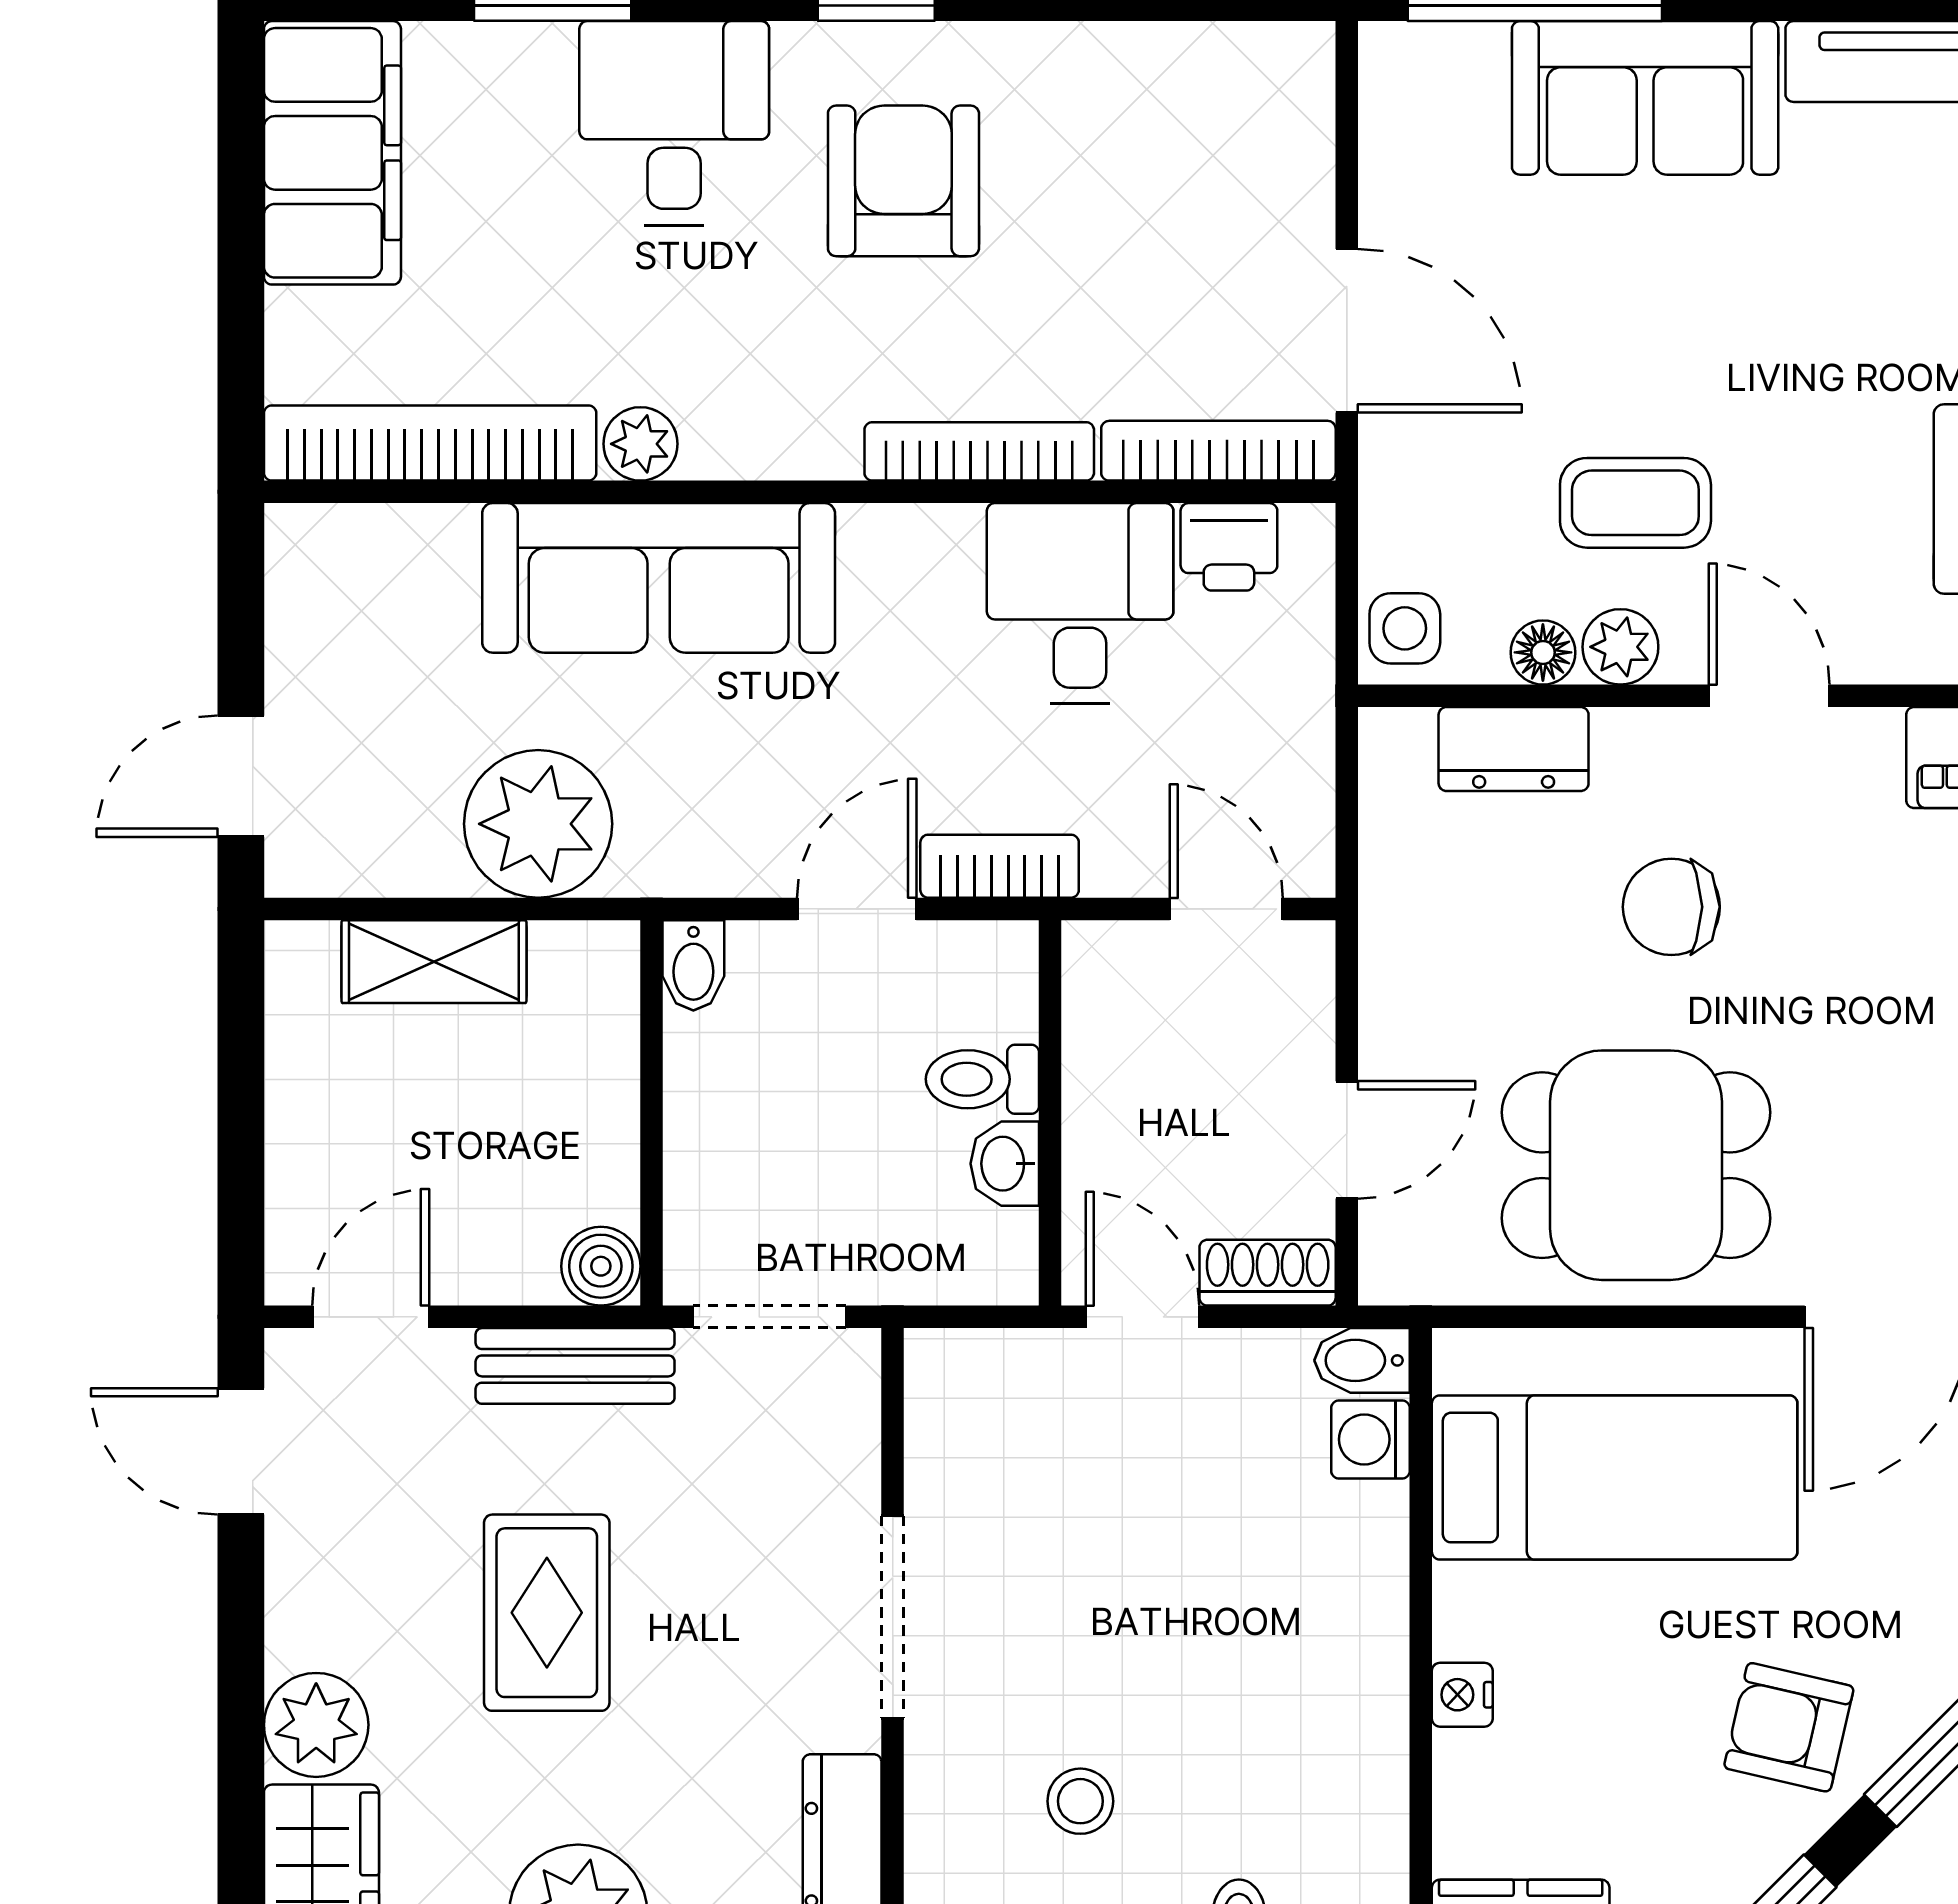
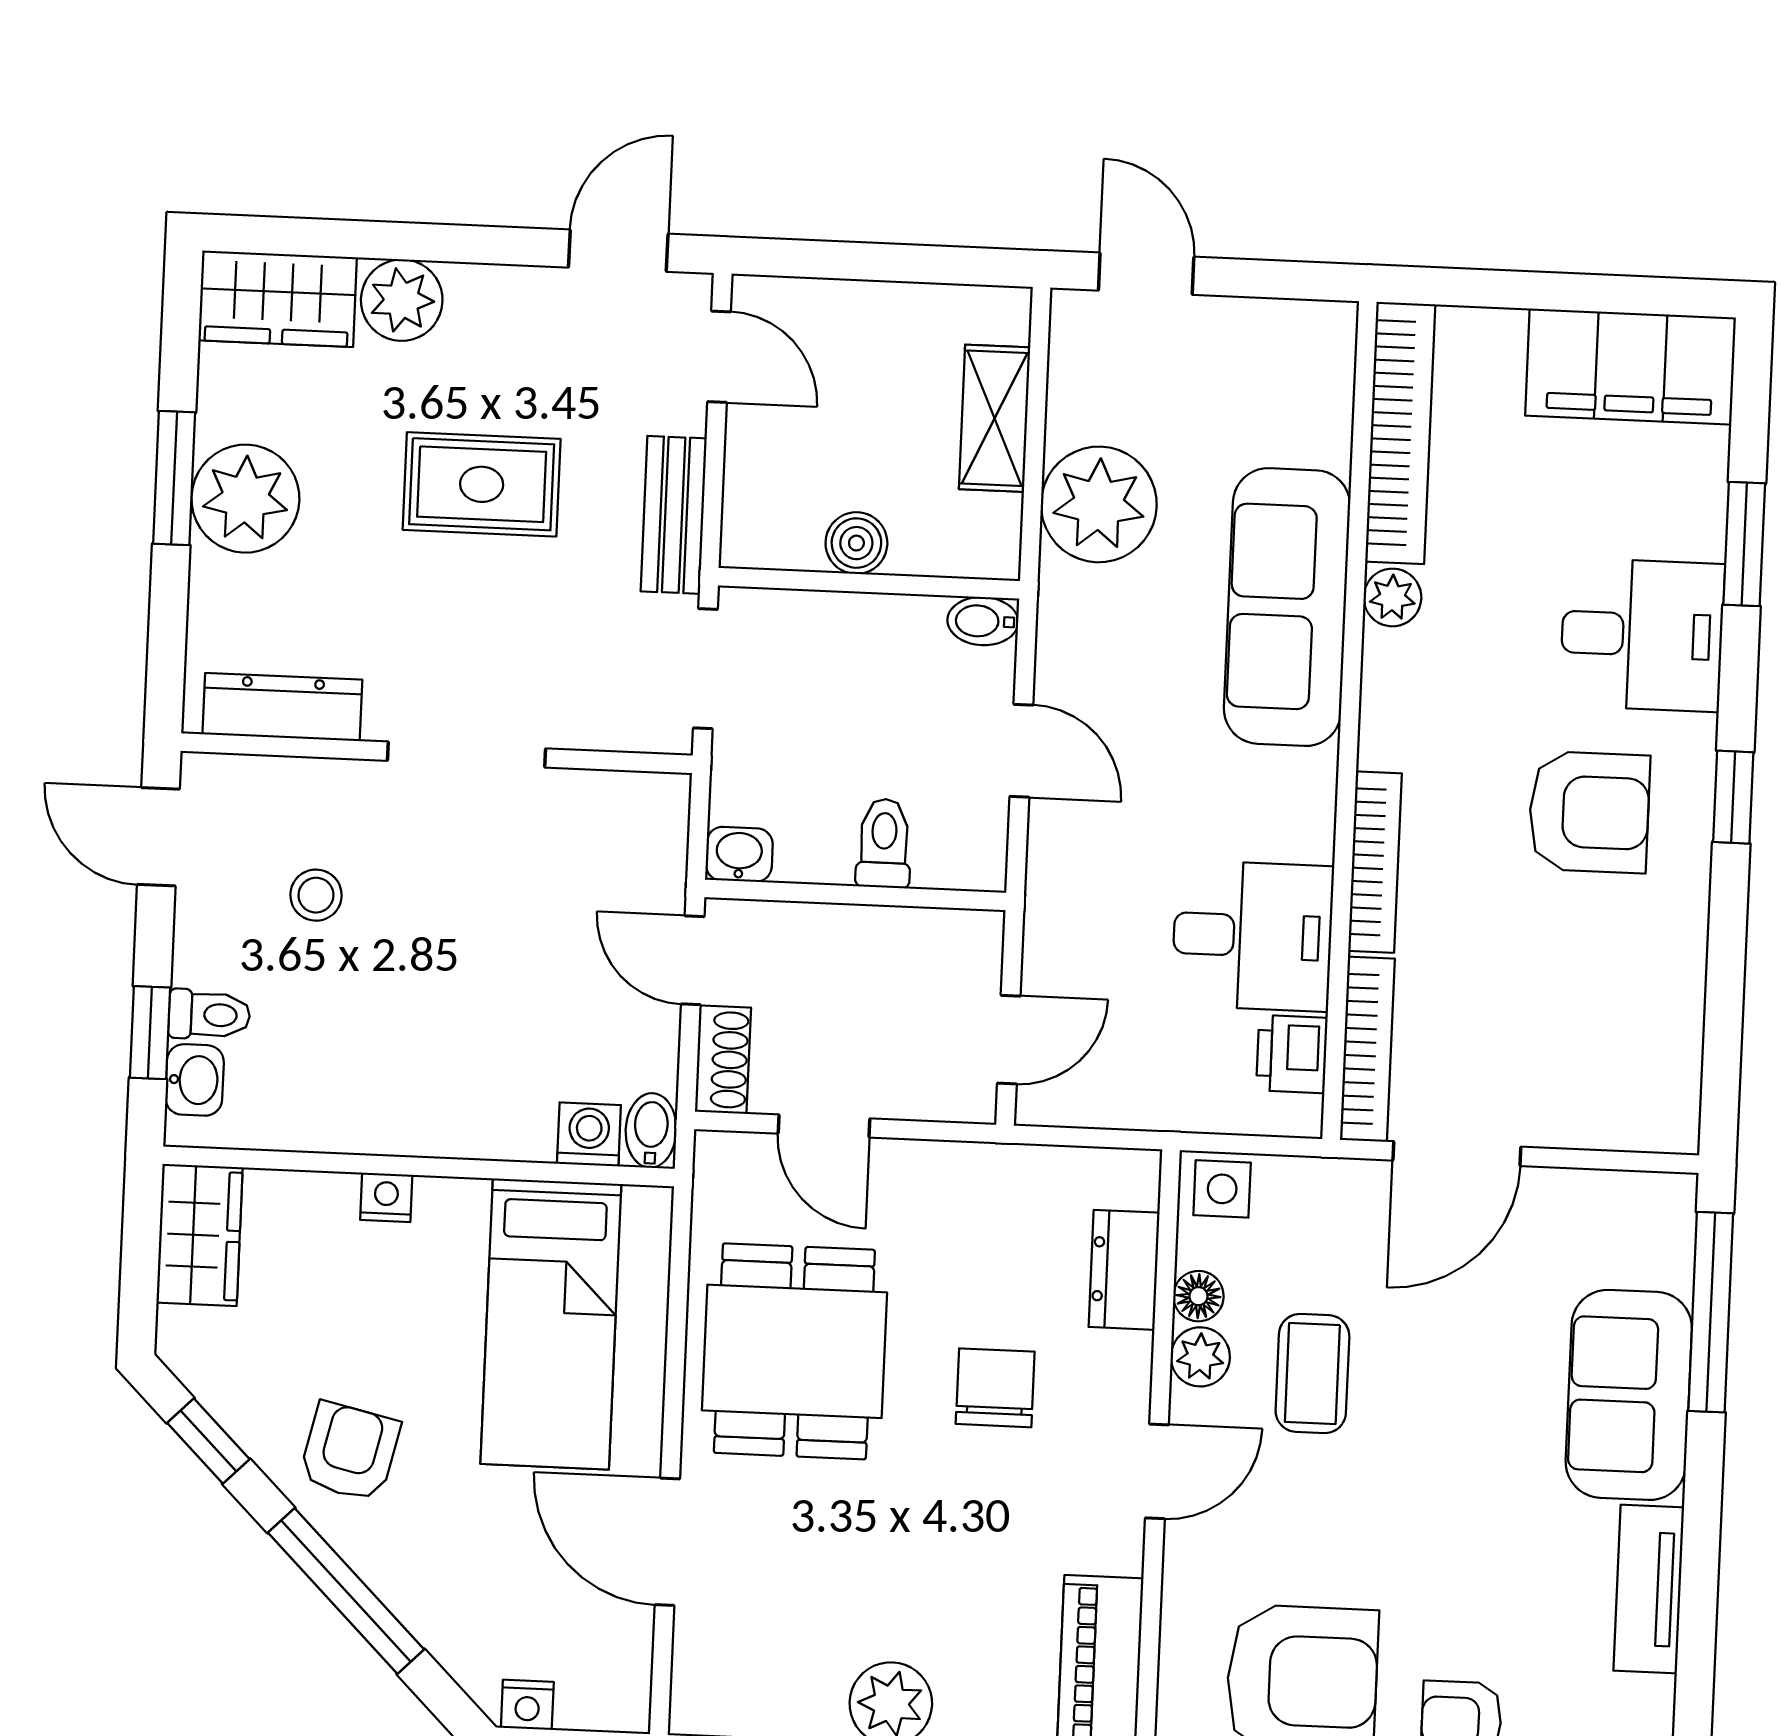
bookcase: (1000, 866) -> (1050, 864), removed
washbasin: (1005, 1164) -> (739, 854), moved
boiler: (601, 1266) -> (856, 543), moved
door: (1142, 1317) -> (693, 960), swing flipped

